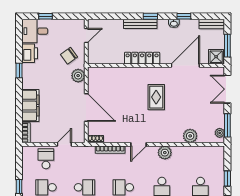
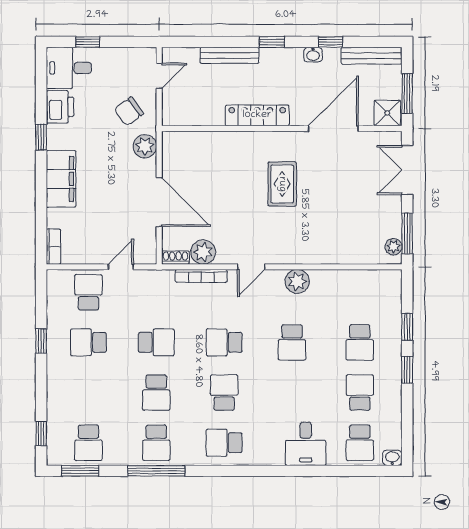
bench: (140, 24) -> (229, 55), moved
bench: (212, 24) -> (372, 56), width x1.36
filing cabinet: (30, 106) -> (61, 179), moved
plant: (190, 136) -> (203, 252), moved

